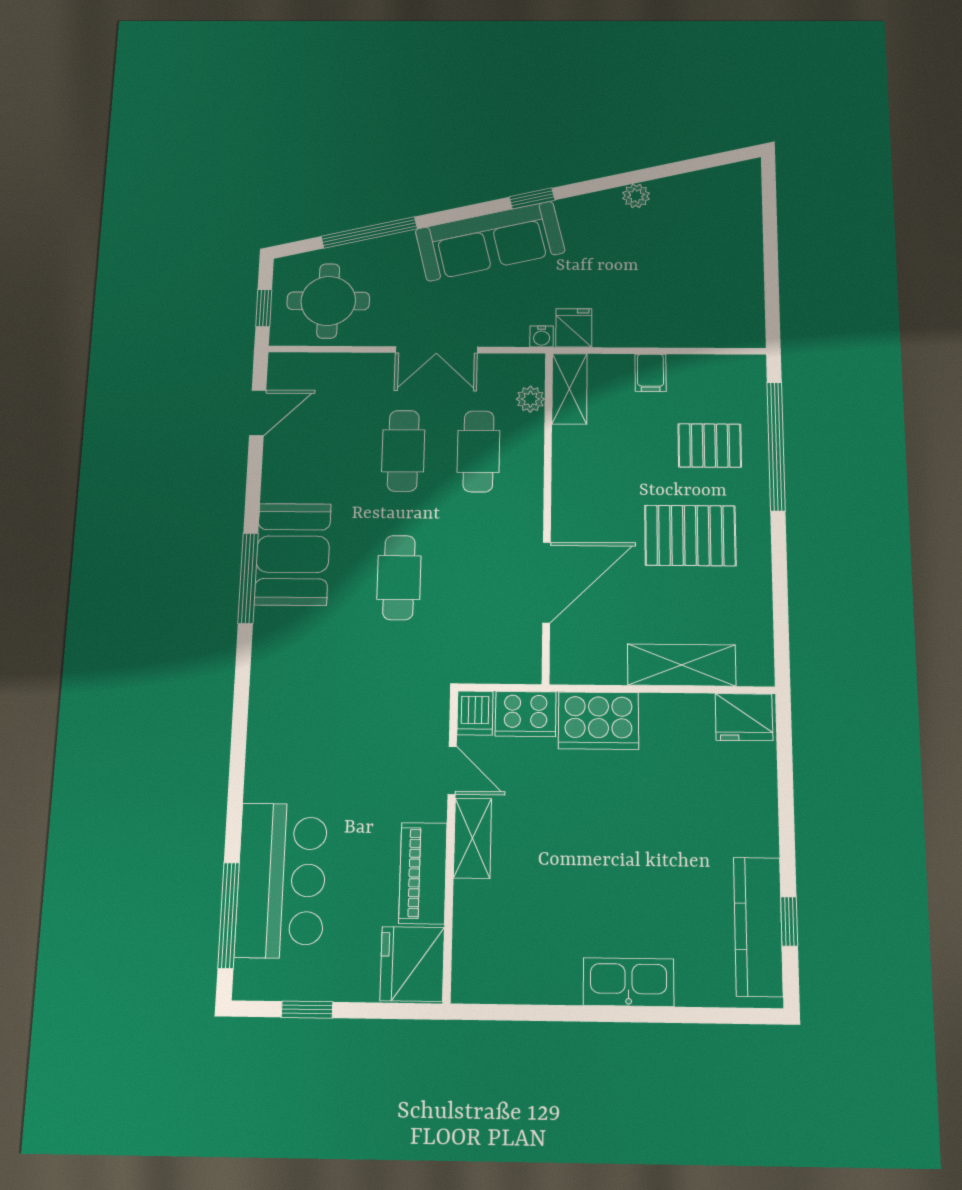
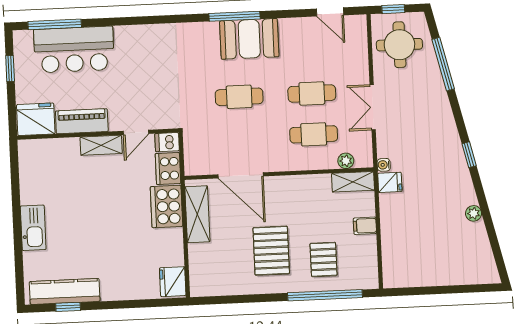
sofa: (490, 241) -> (441, 133), removed
shelving: (682, 665) -> (197, 214), moved

